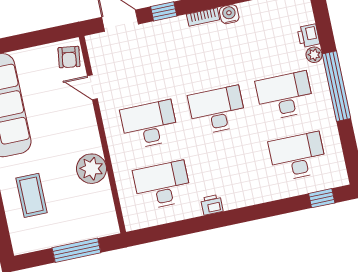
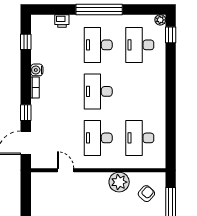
plant: (314, 55) -> (160, 20), moved
armchair: (69, 57) -> (146, 194), moved, turned -56
door: (92, 87) -> (66, 170), swing flipped
printer: (212, 205) -> (160, 108), removed

